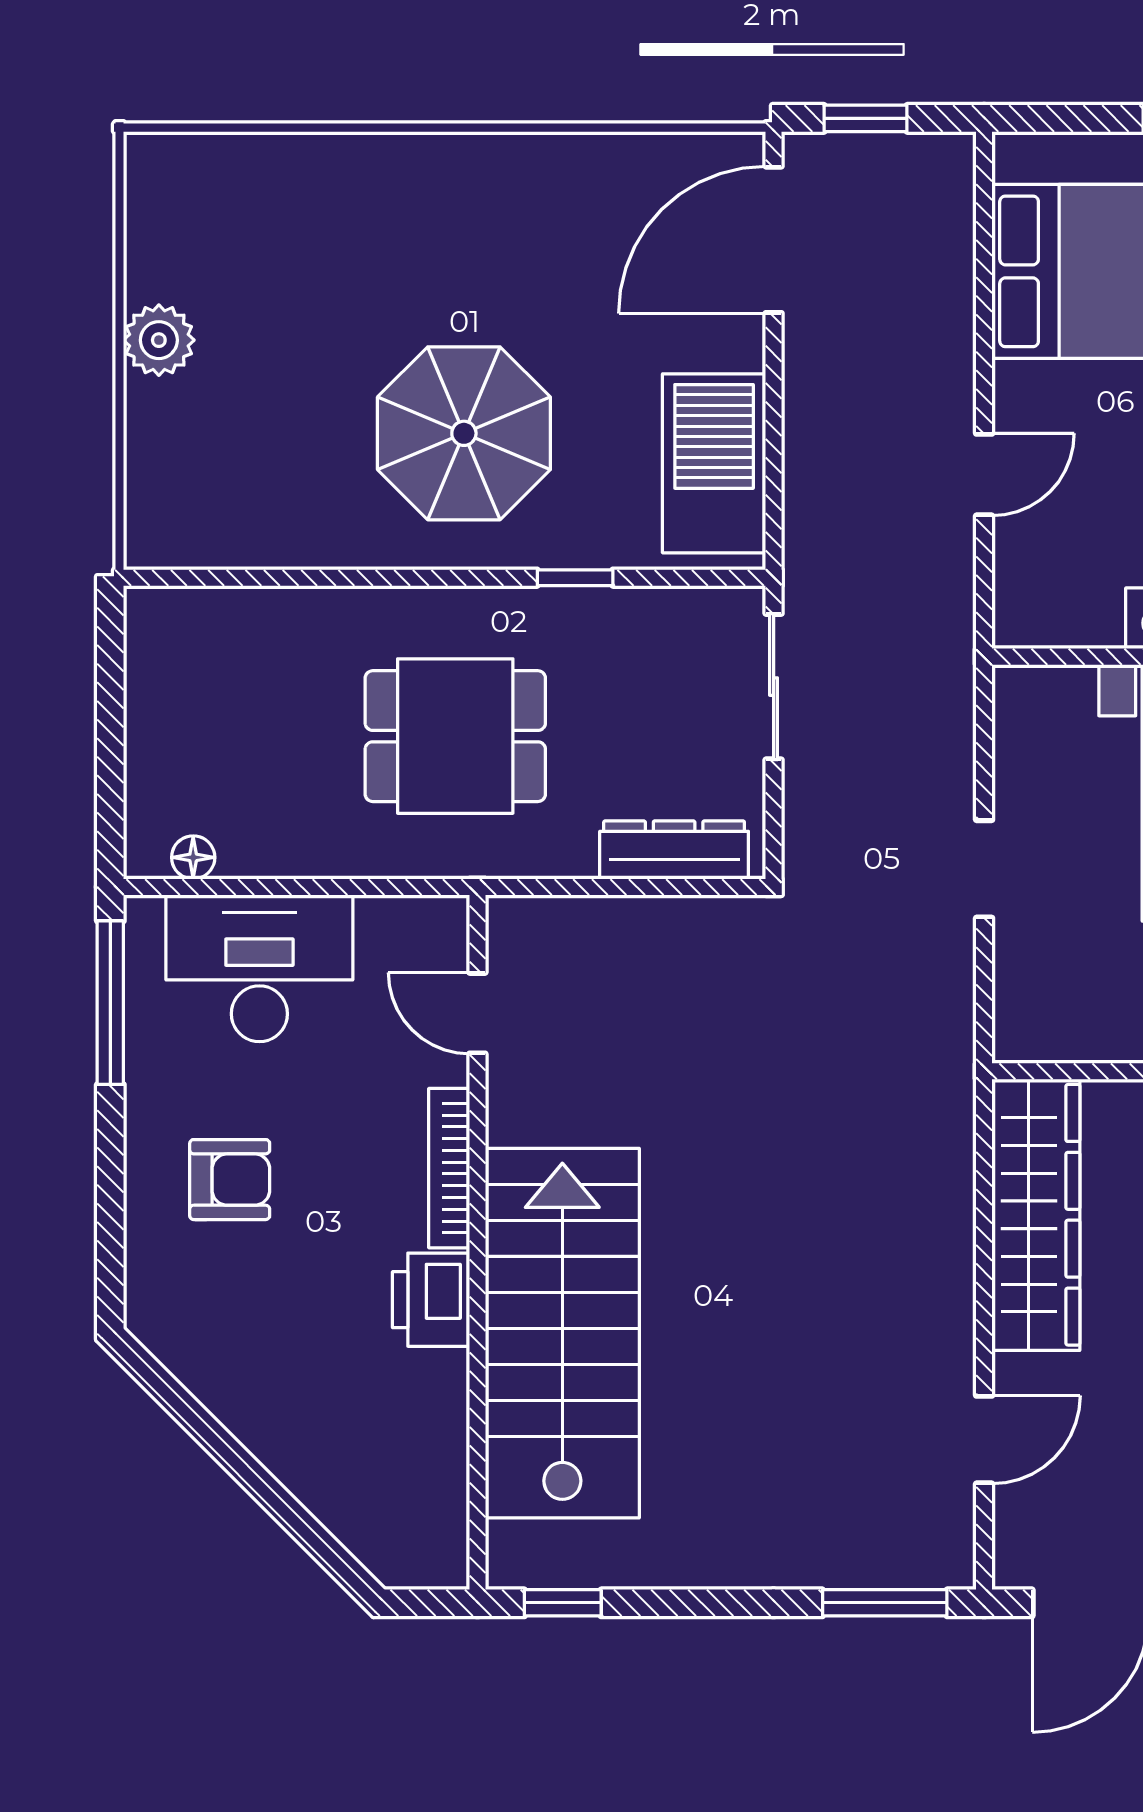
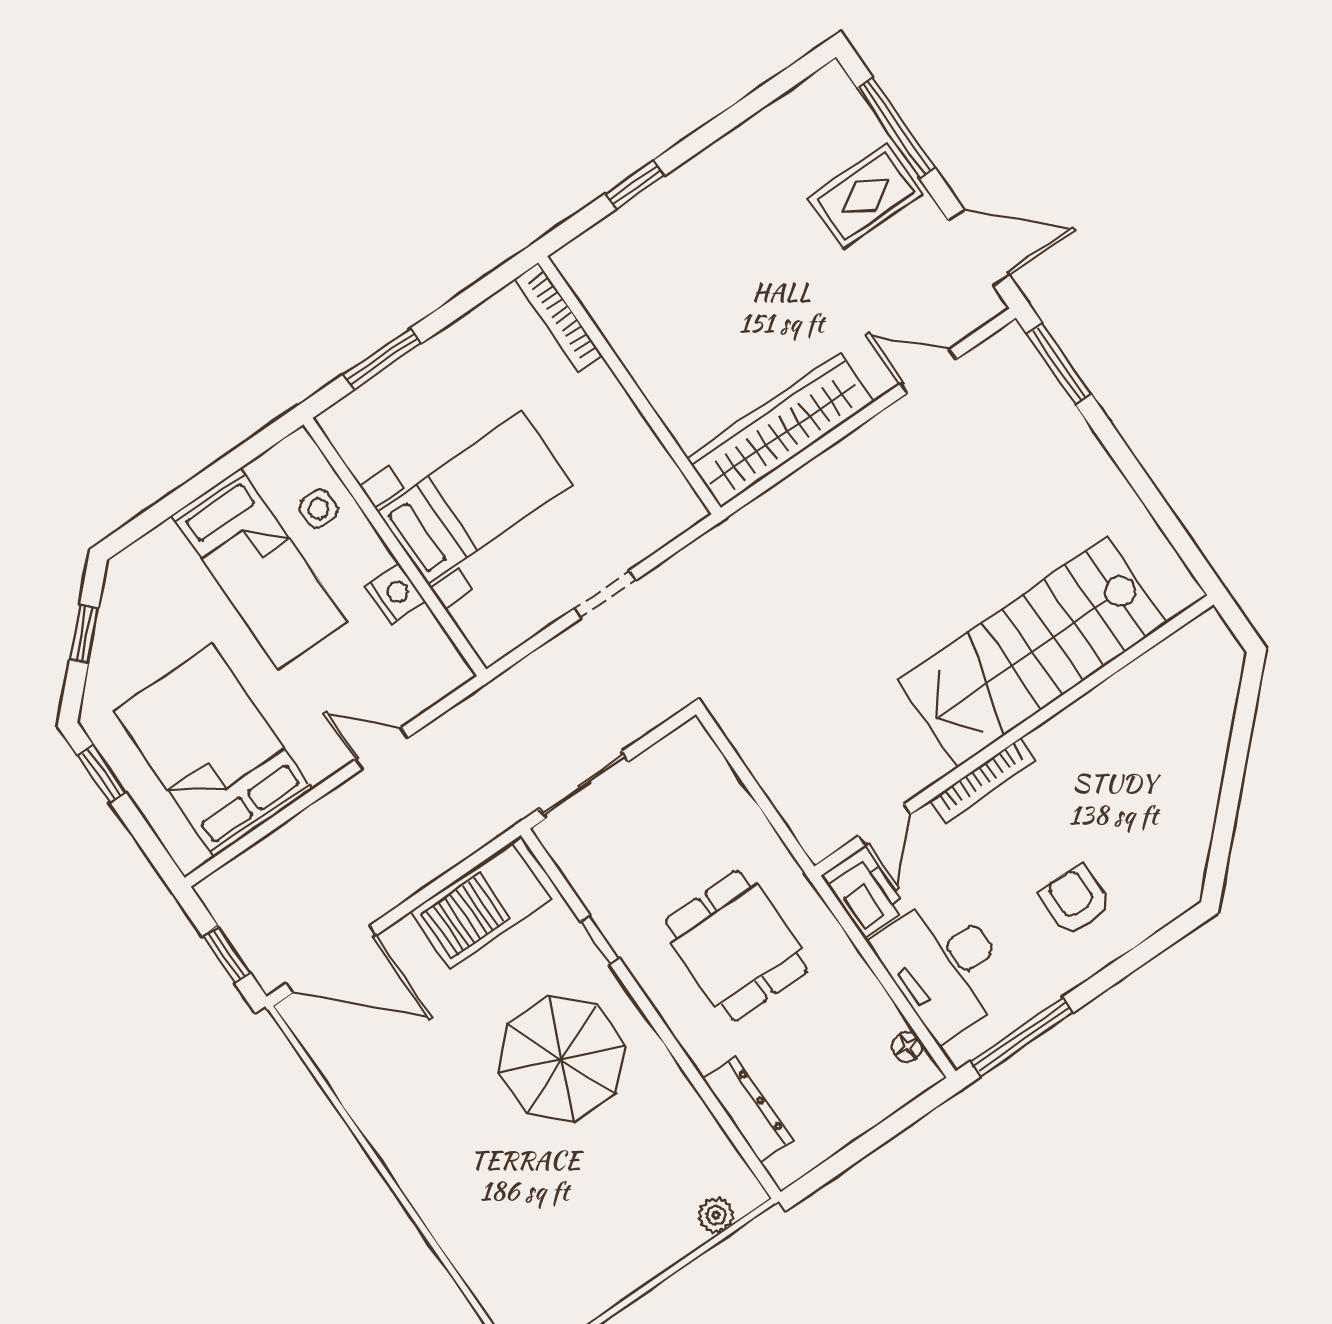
plant: (159, 340) -> (716, 1215), moved, width x0.73, depth x0.73
dresser: (674, 850) -> (748, 1109), moved, turned 180
printer: (431, 1300) -> (868, 897), moved, turned -90
window: (563, 1603) -> (1185, 546), removed

